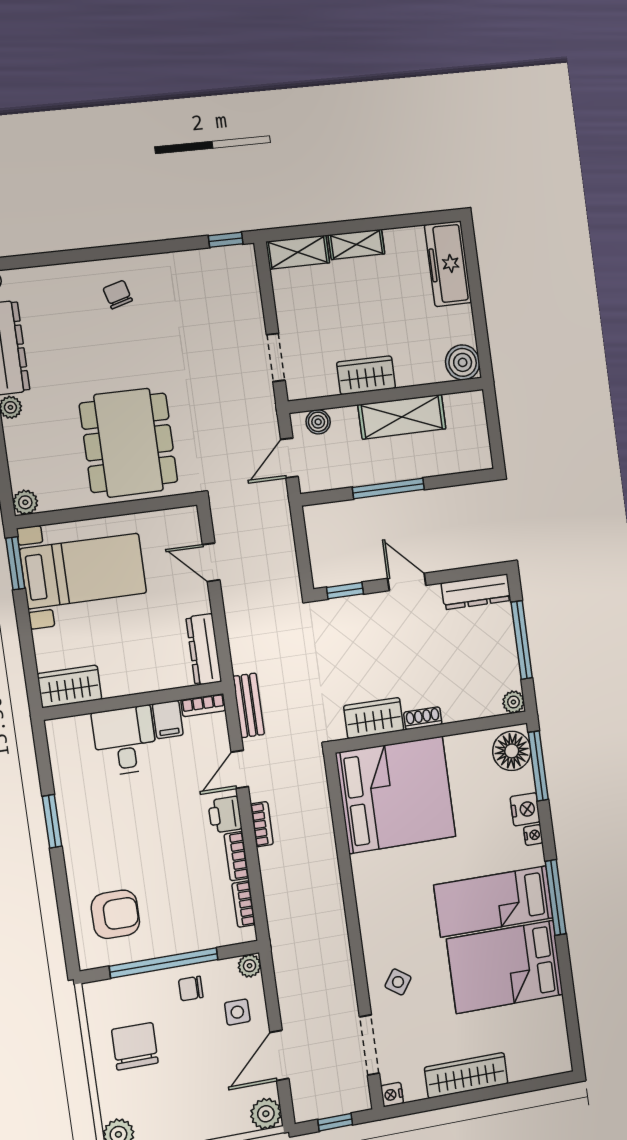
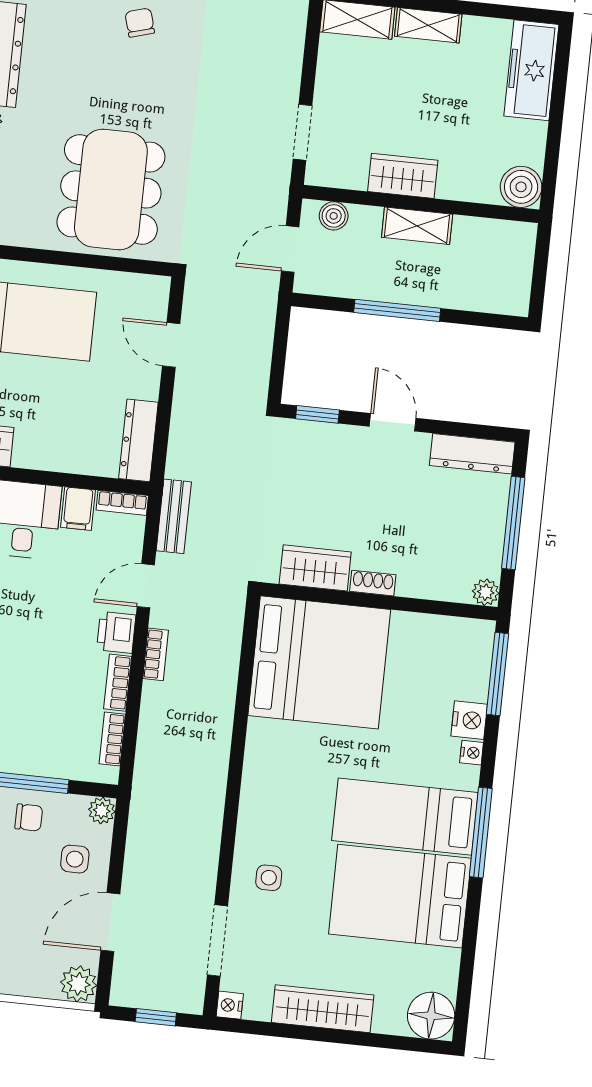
shelving: (402, 417) -> (417, 226), width x0.67, depth x0.75
floor lamp: (512, 751) -> (431, 1016), moved
side table: (398, 982) -> (269, 878), turned -35
chair: (191, 989) -> (29, 817), turned 180

